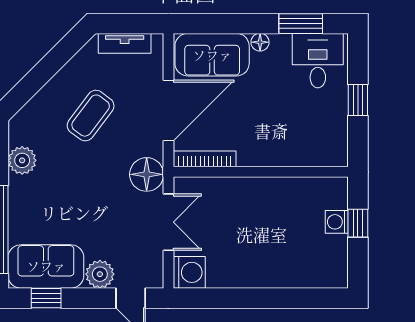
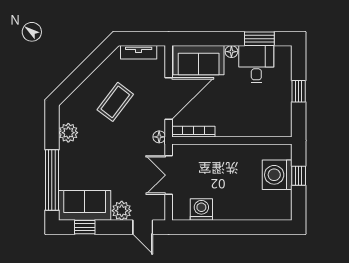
desk: (318, 61) -> (256, 64), moved
floor lamp: (147, 174) -> (159, 137), width x0.53, depth x0.53
double door: (168, 222) -> (169, 175), swing flipped
washing machine: (337, 222) -> (277, 175), width x1.89, depth x1.89
washing machine: (189, 272) -> (201, 209), moved, turned -90

